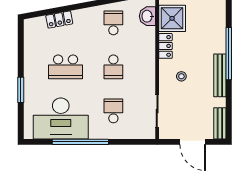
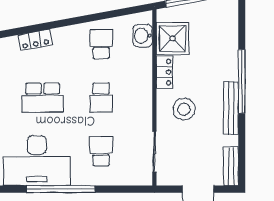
stool: (181, 76) -> (184, 109), width x1.89, depth x1.89

